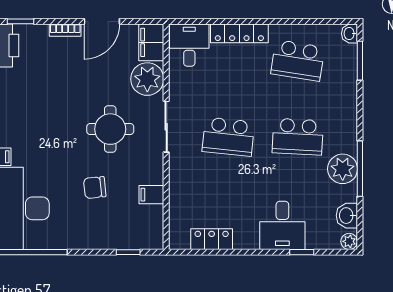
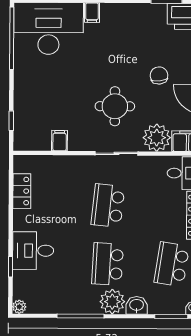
plant: (343, 169) -> (112, 302), moved
chair: (95, 188) -> (159, 75), moved
washbasin: (347, 216) -> (137, 305), moved

